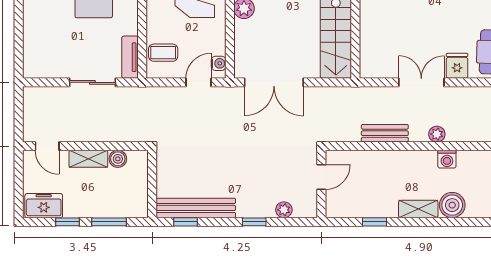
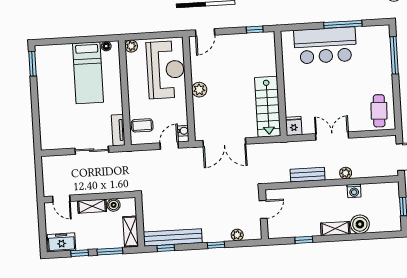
fridge: (457, 66) -> (294, 126), moved
shelving: (139, 196) -> (131, 231), added

